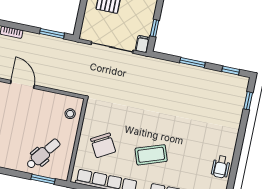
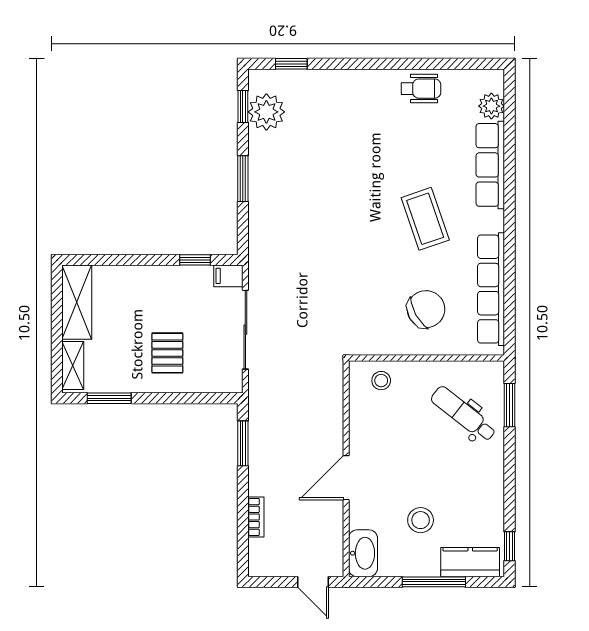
plant: (225, 82) -> (266, 112), added

